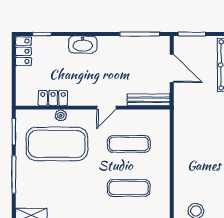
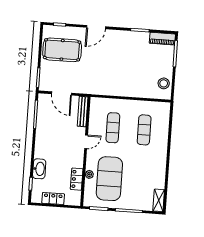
washbasin: (83, 44) -> (39, 169), moved
locker: (23, 51) -> (53, 199), moved
door: (172, 68) -> (62, 93), swing flipped
door: (106, 108) -> (86, 142), hinge flipped

